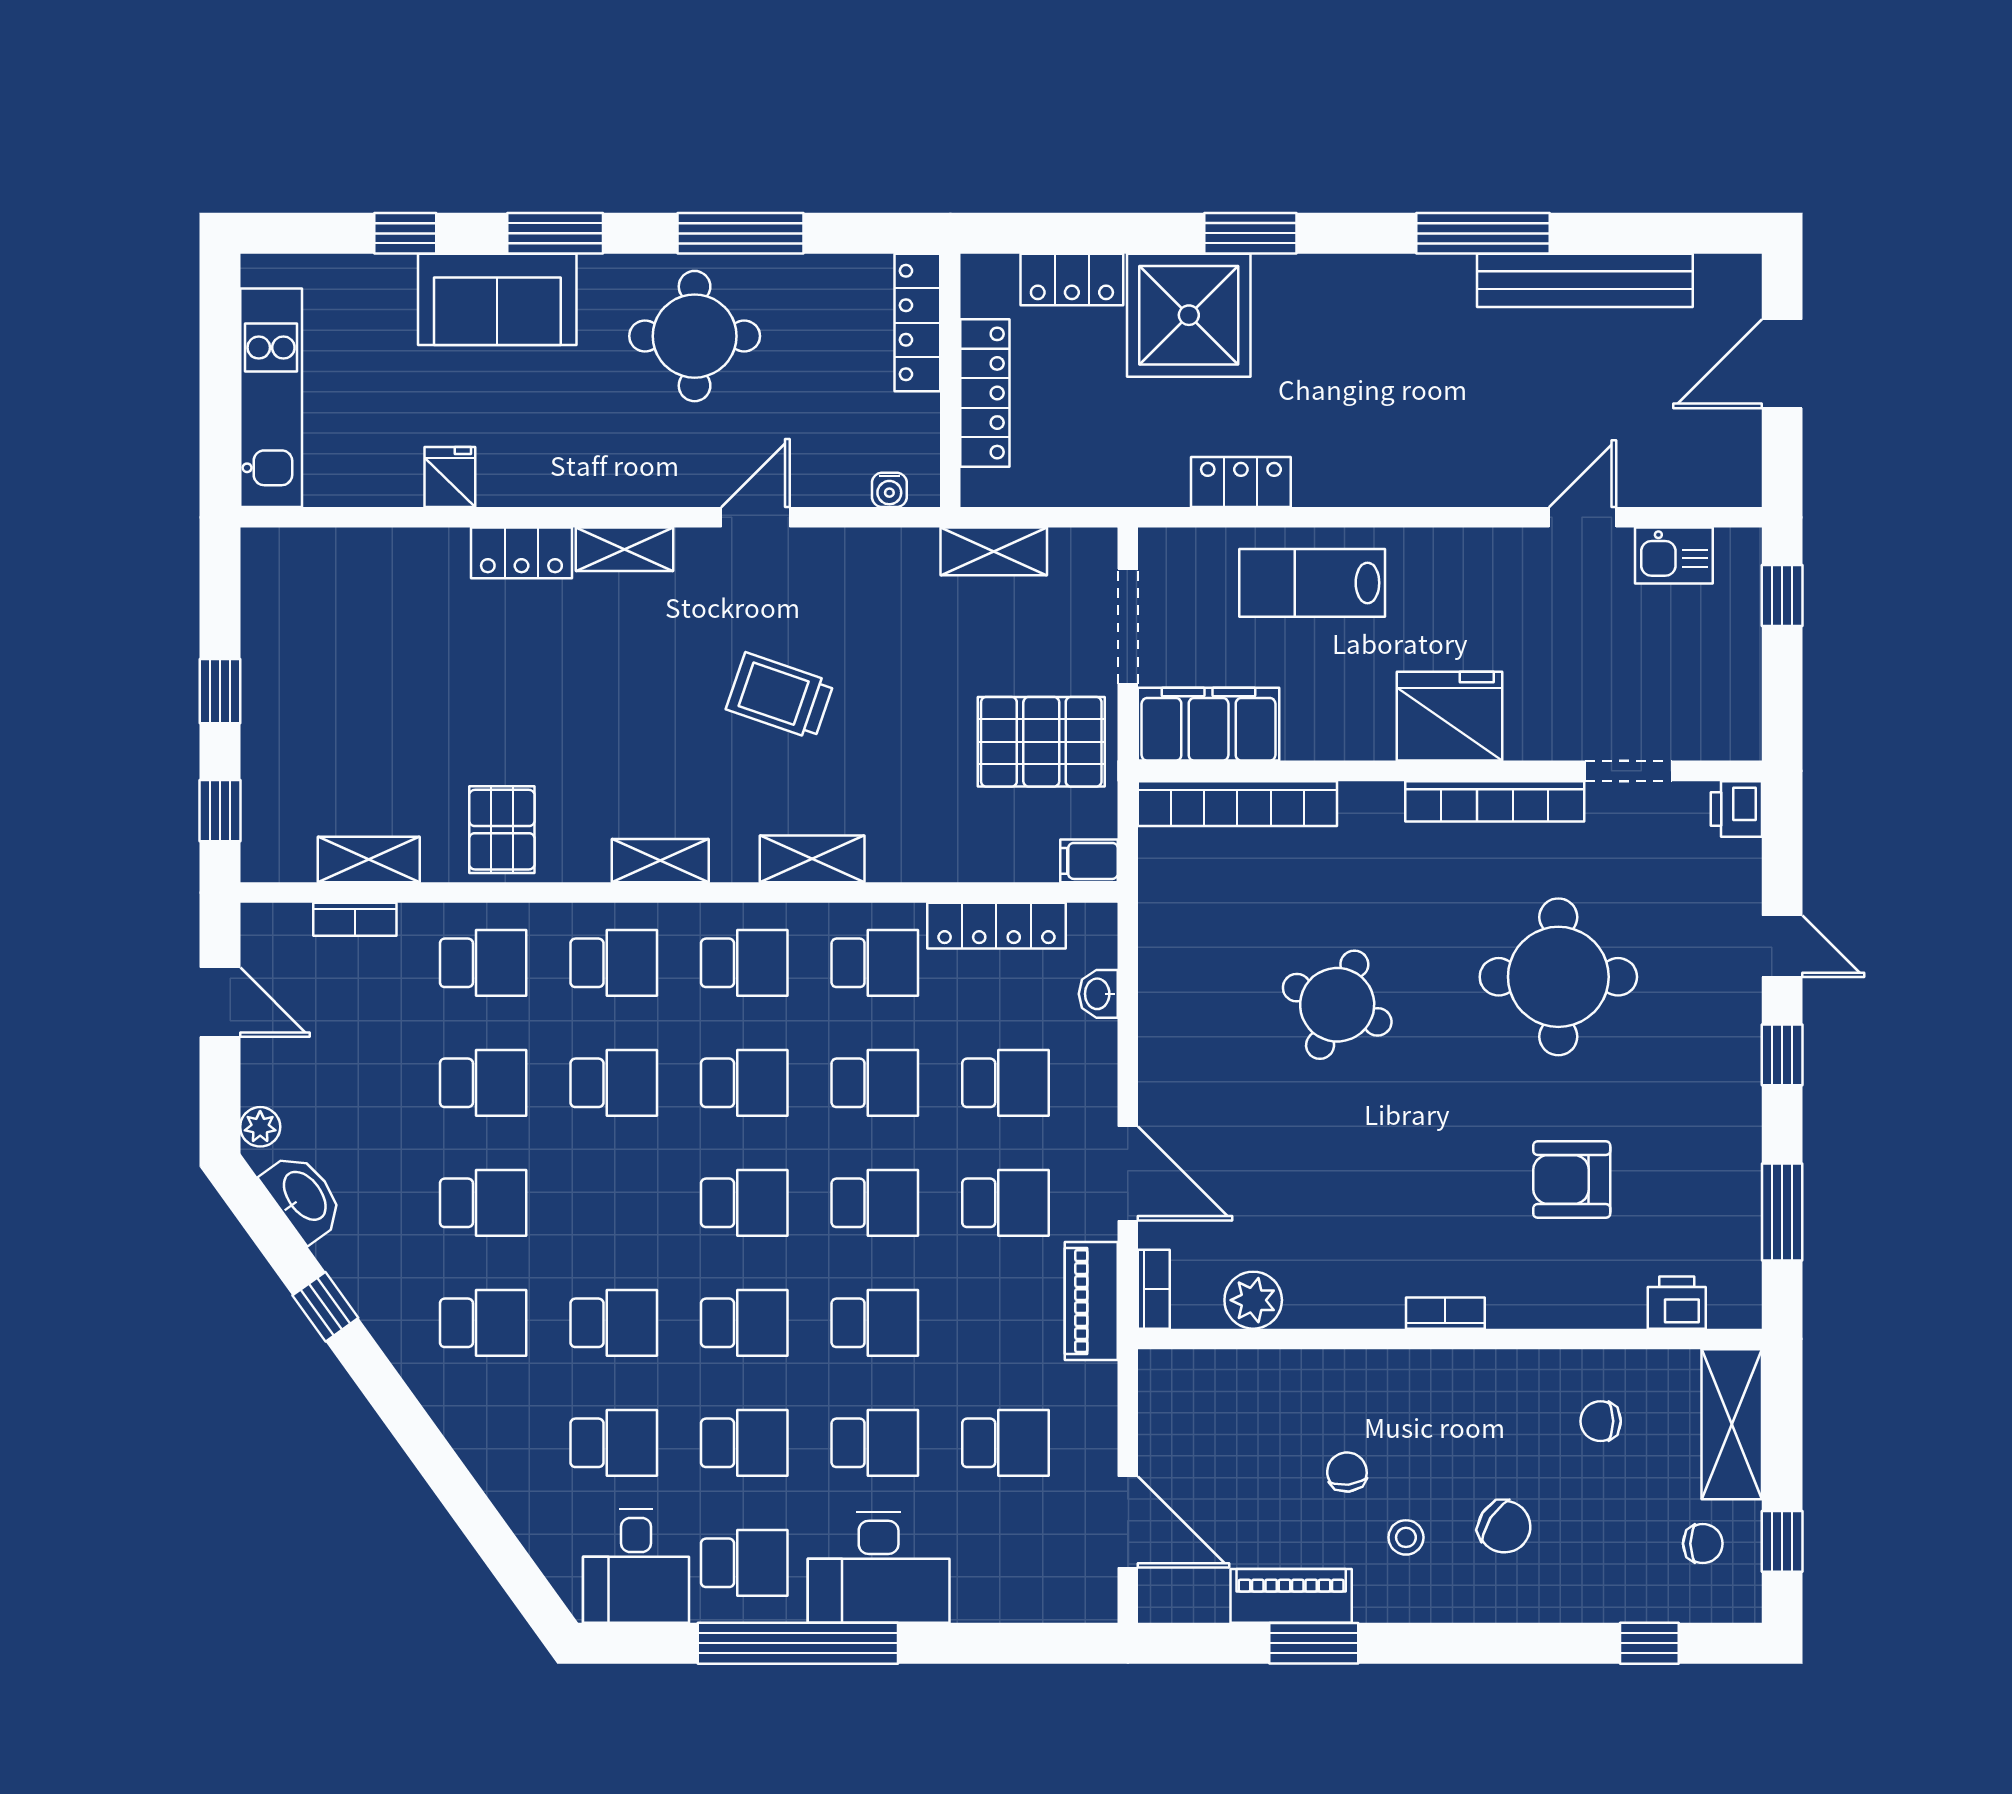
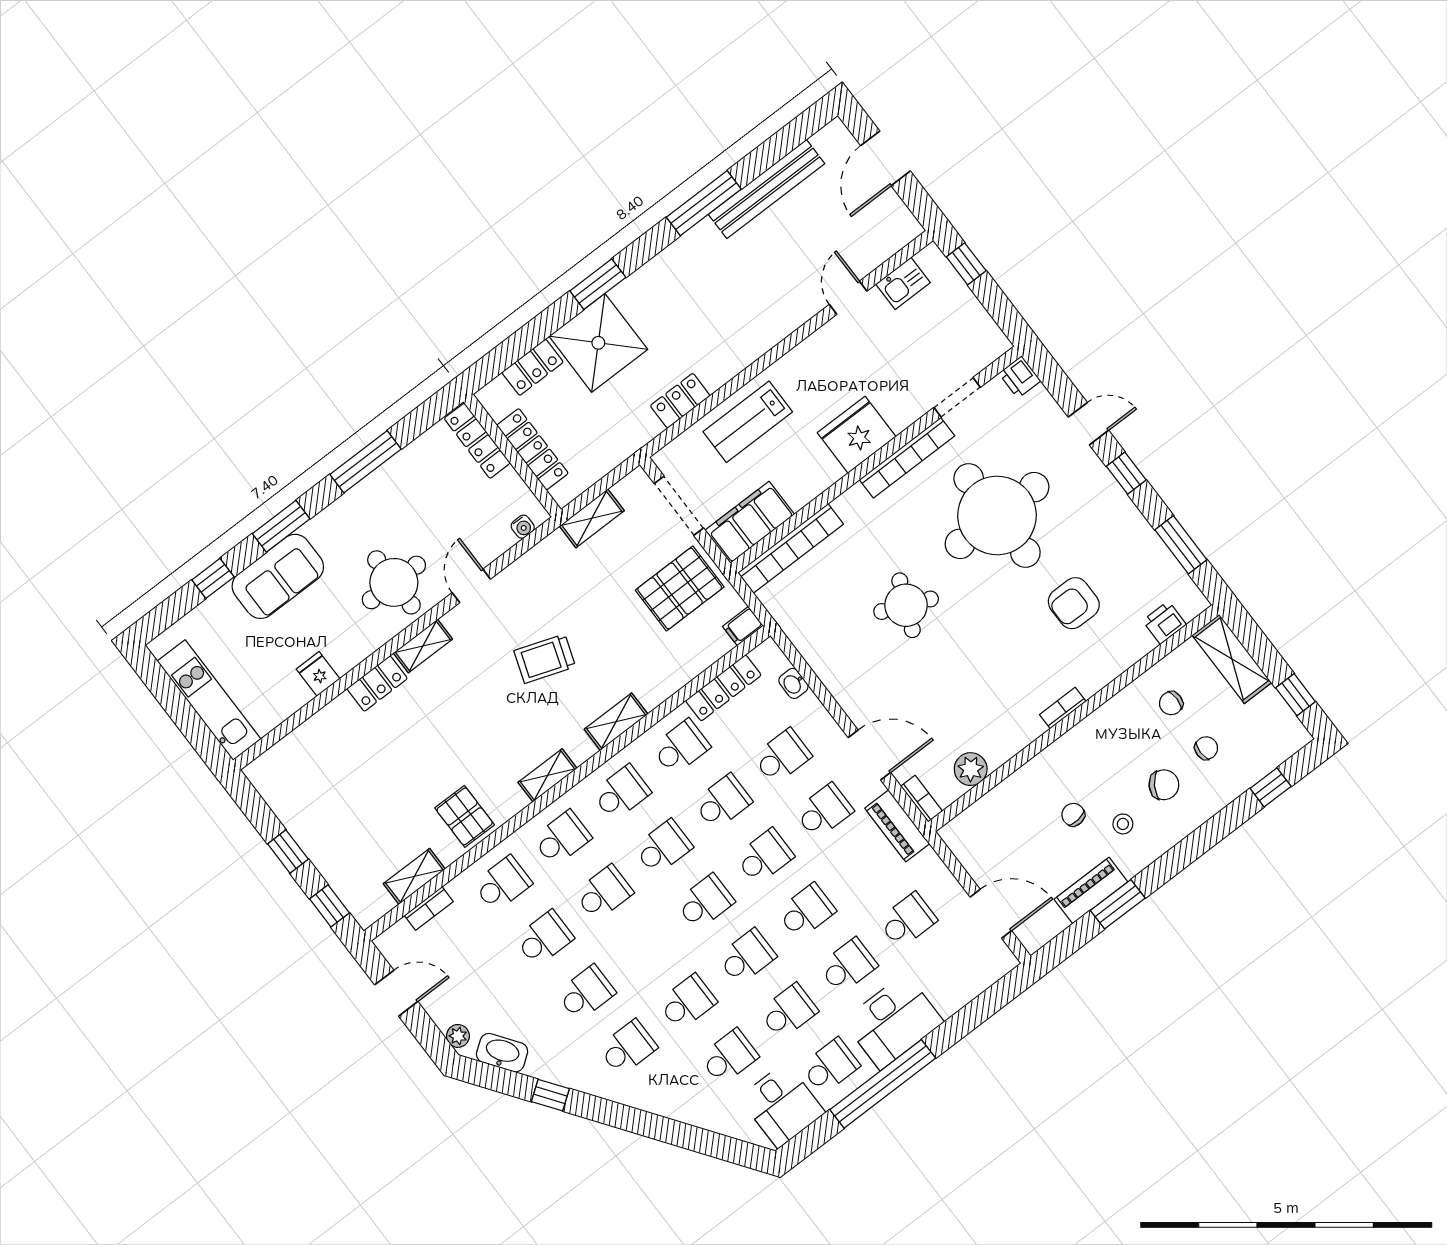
round table: (695, 336) -> (394, 582), moved
round table: (1558, 977) -> (997, 516), width x1.36, depth x1.36
chair: (1703, 1544) -> (1206, 748), moved

